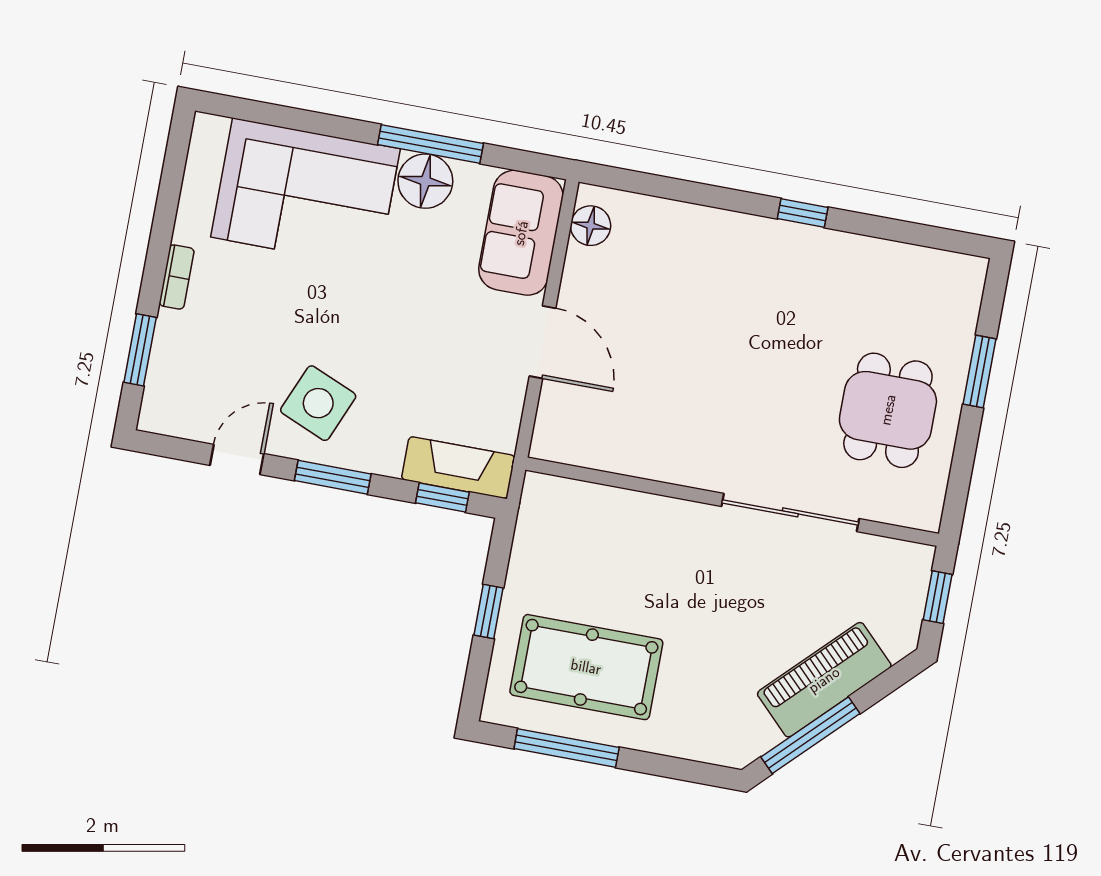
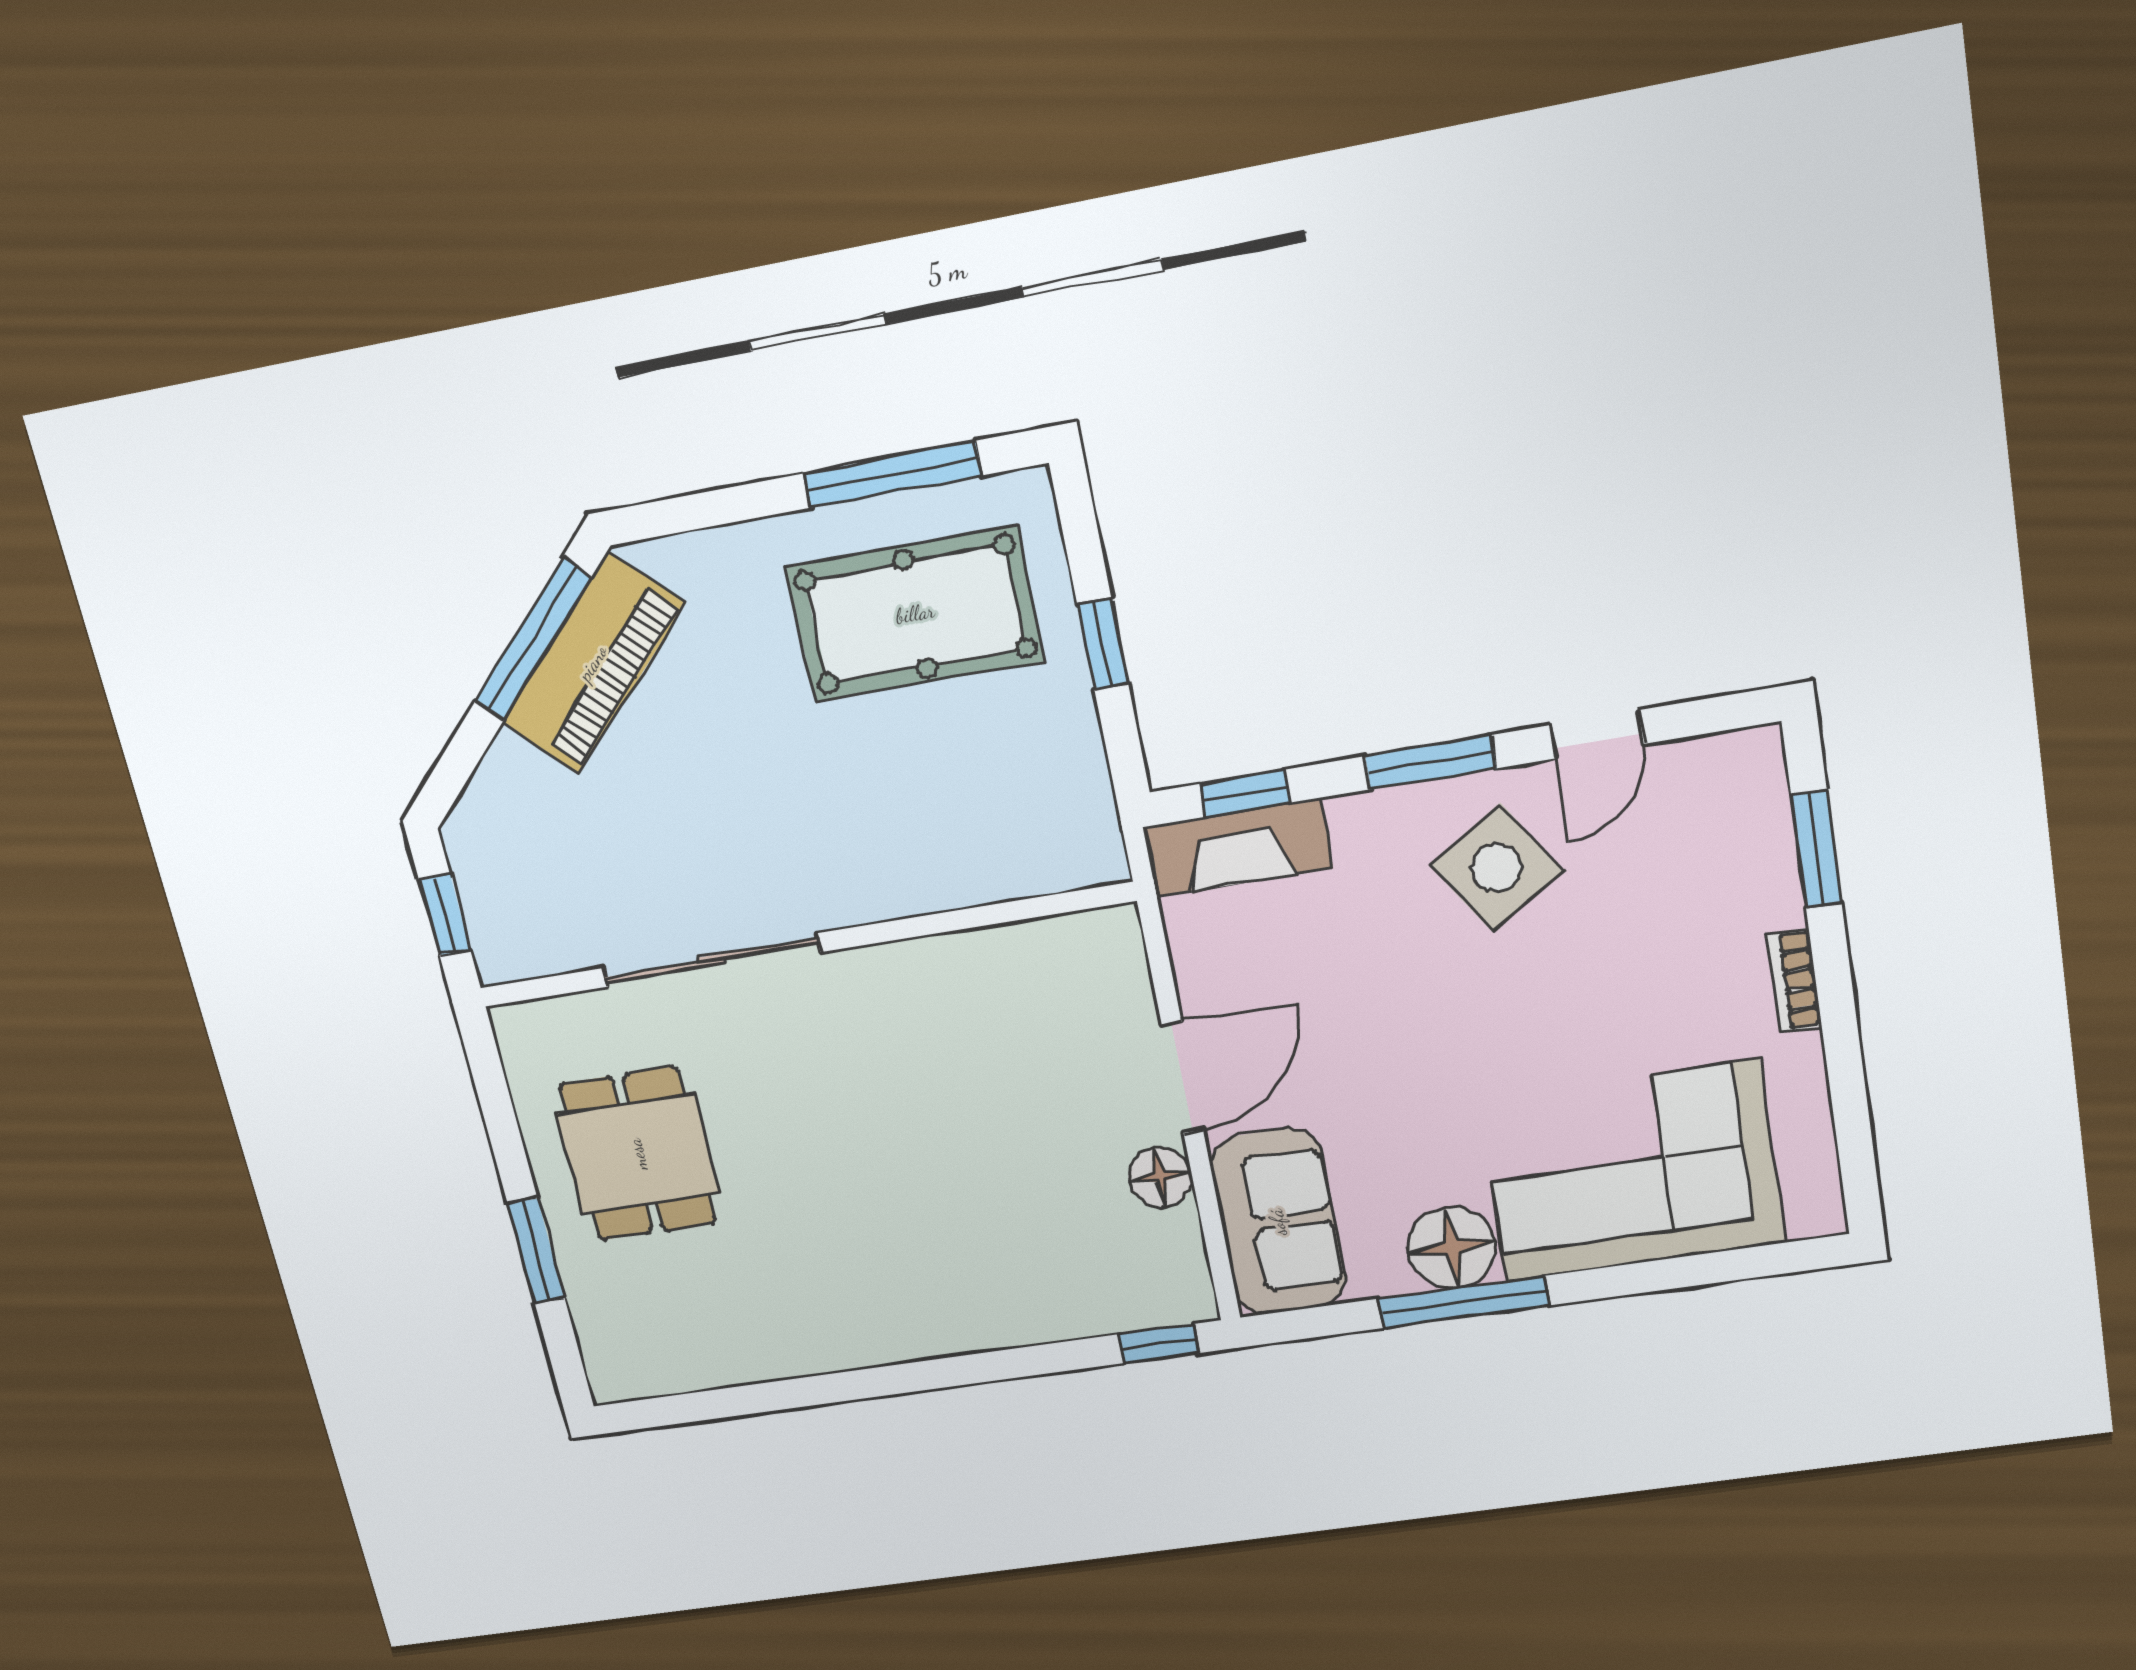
window: (803, 213) -> (1159, 1344), moved
floor lamp: (591, 226) -> (1160, 1177), moved
door: (543, 342) -> (1182, 1078), swing flipped
side table: (318, 403) -> (1496, 868), turned 34
piano: (824, 680) -> (593, 663), moved

